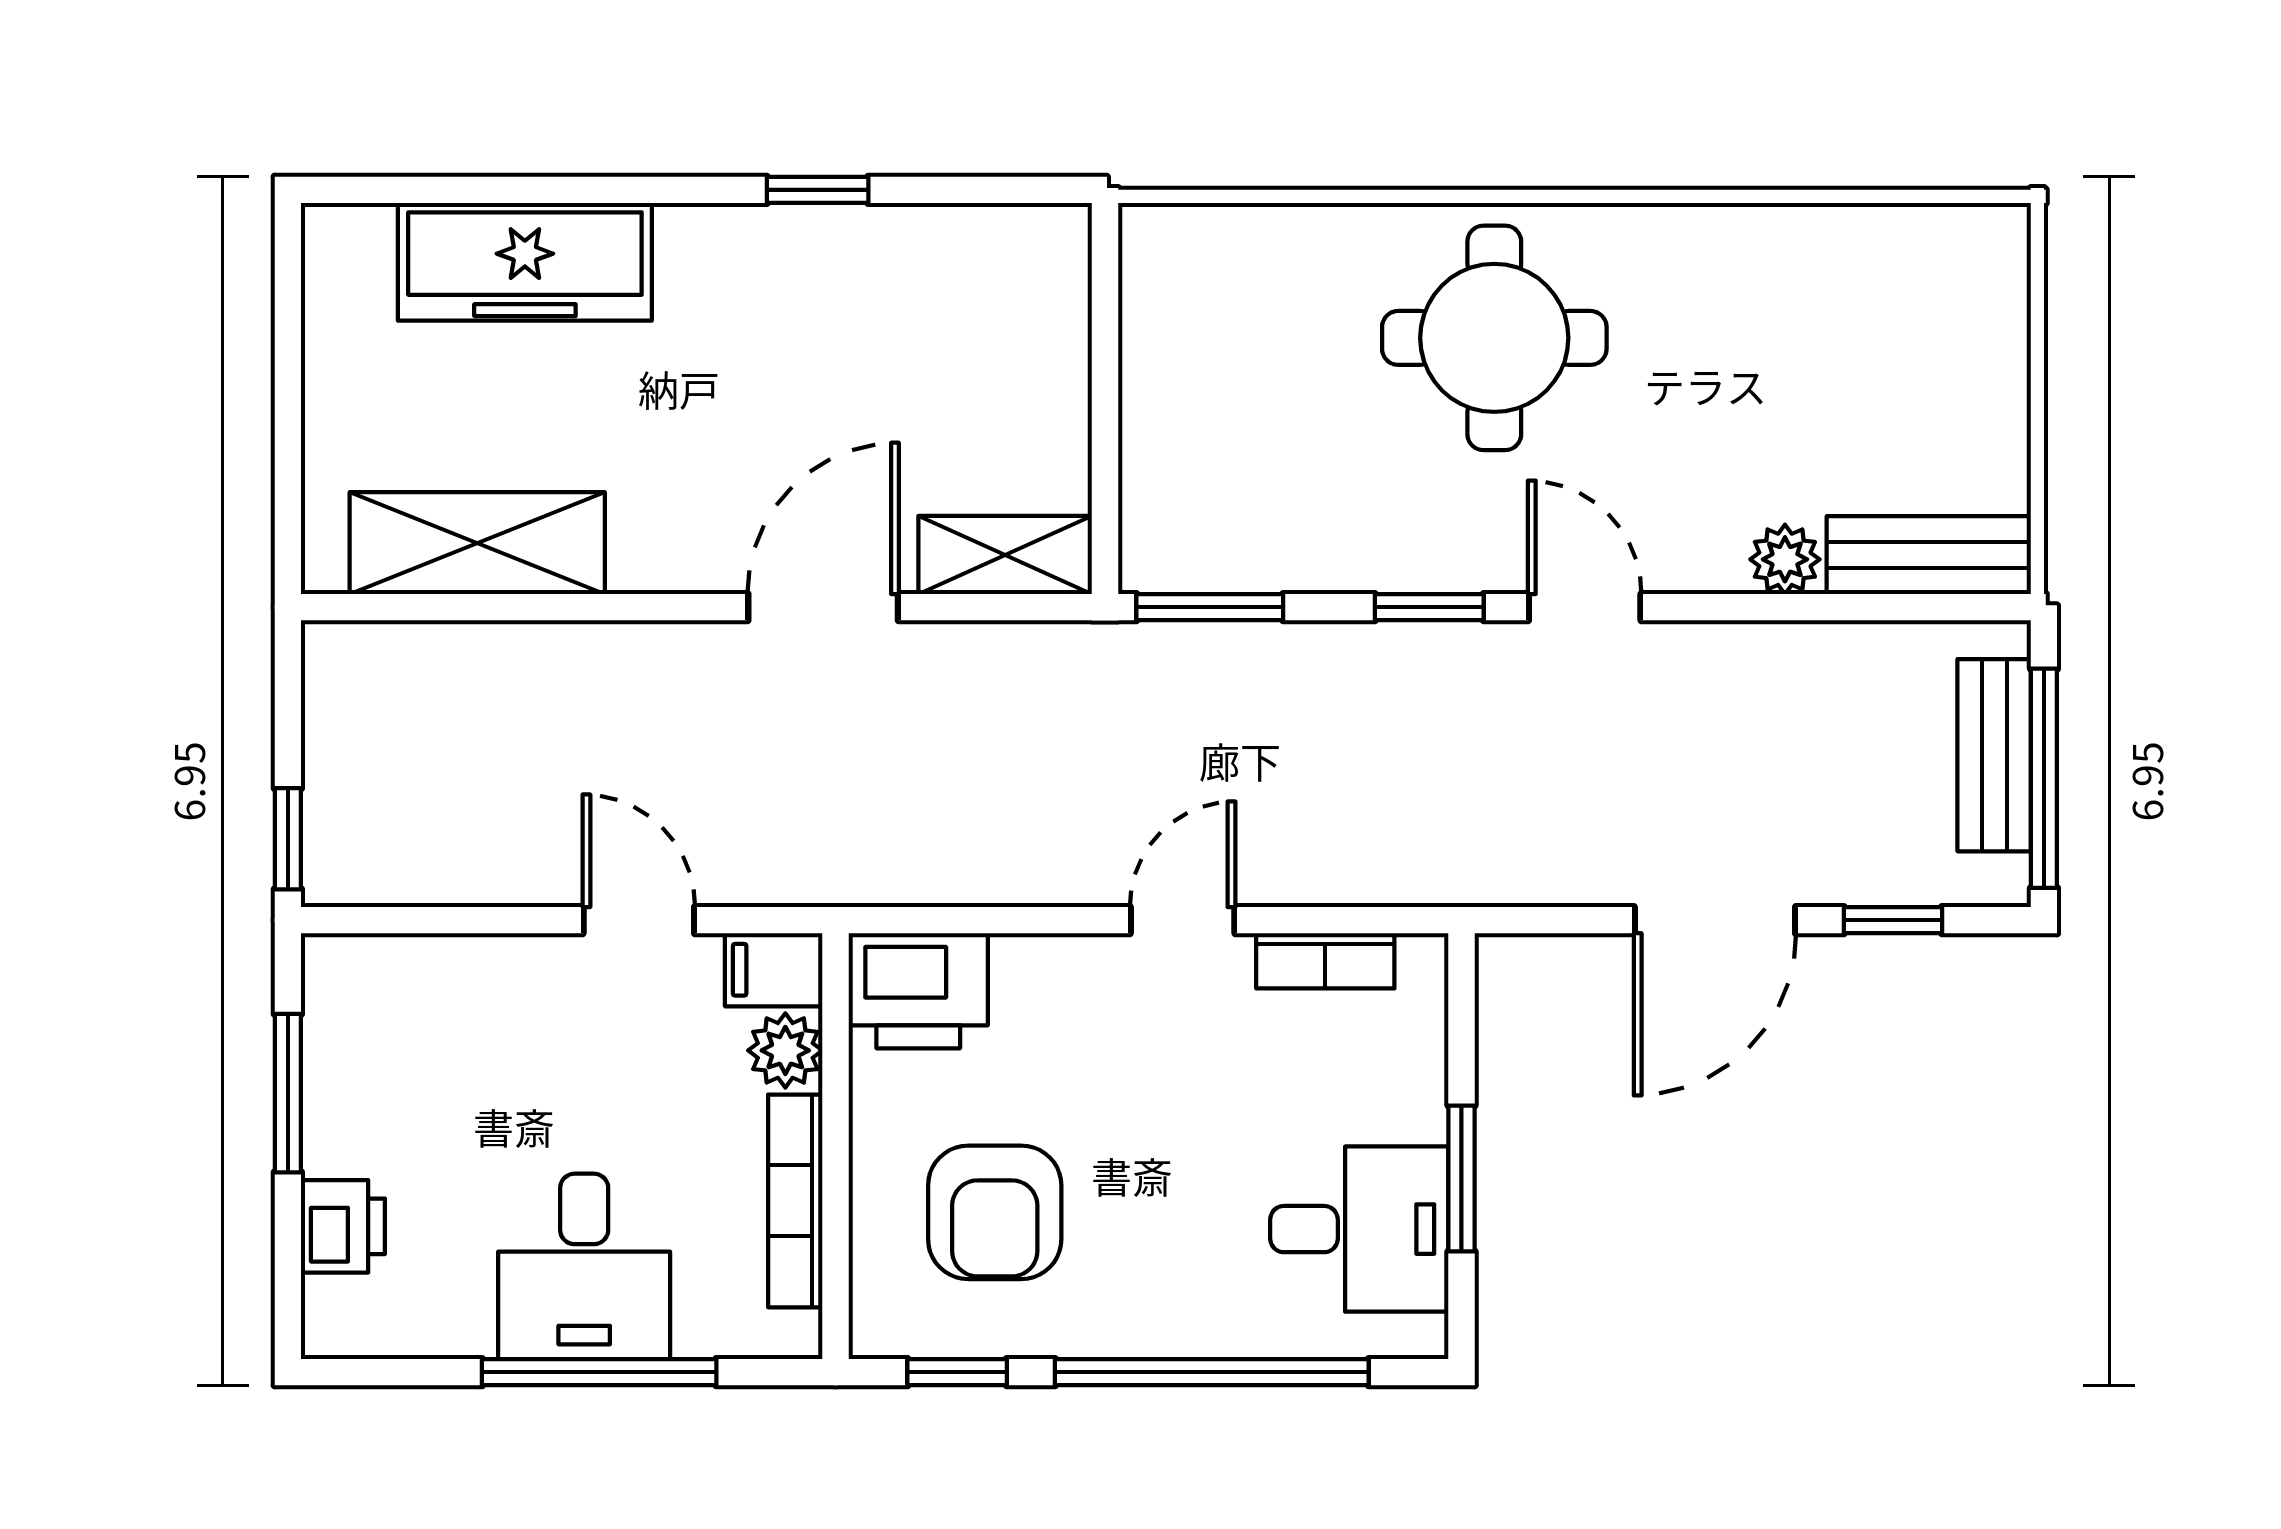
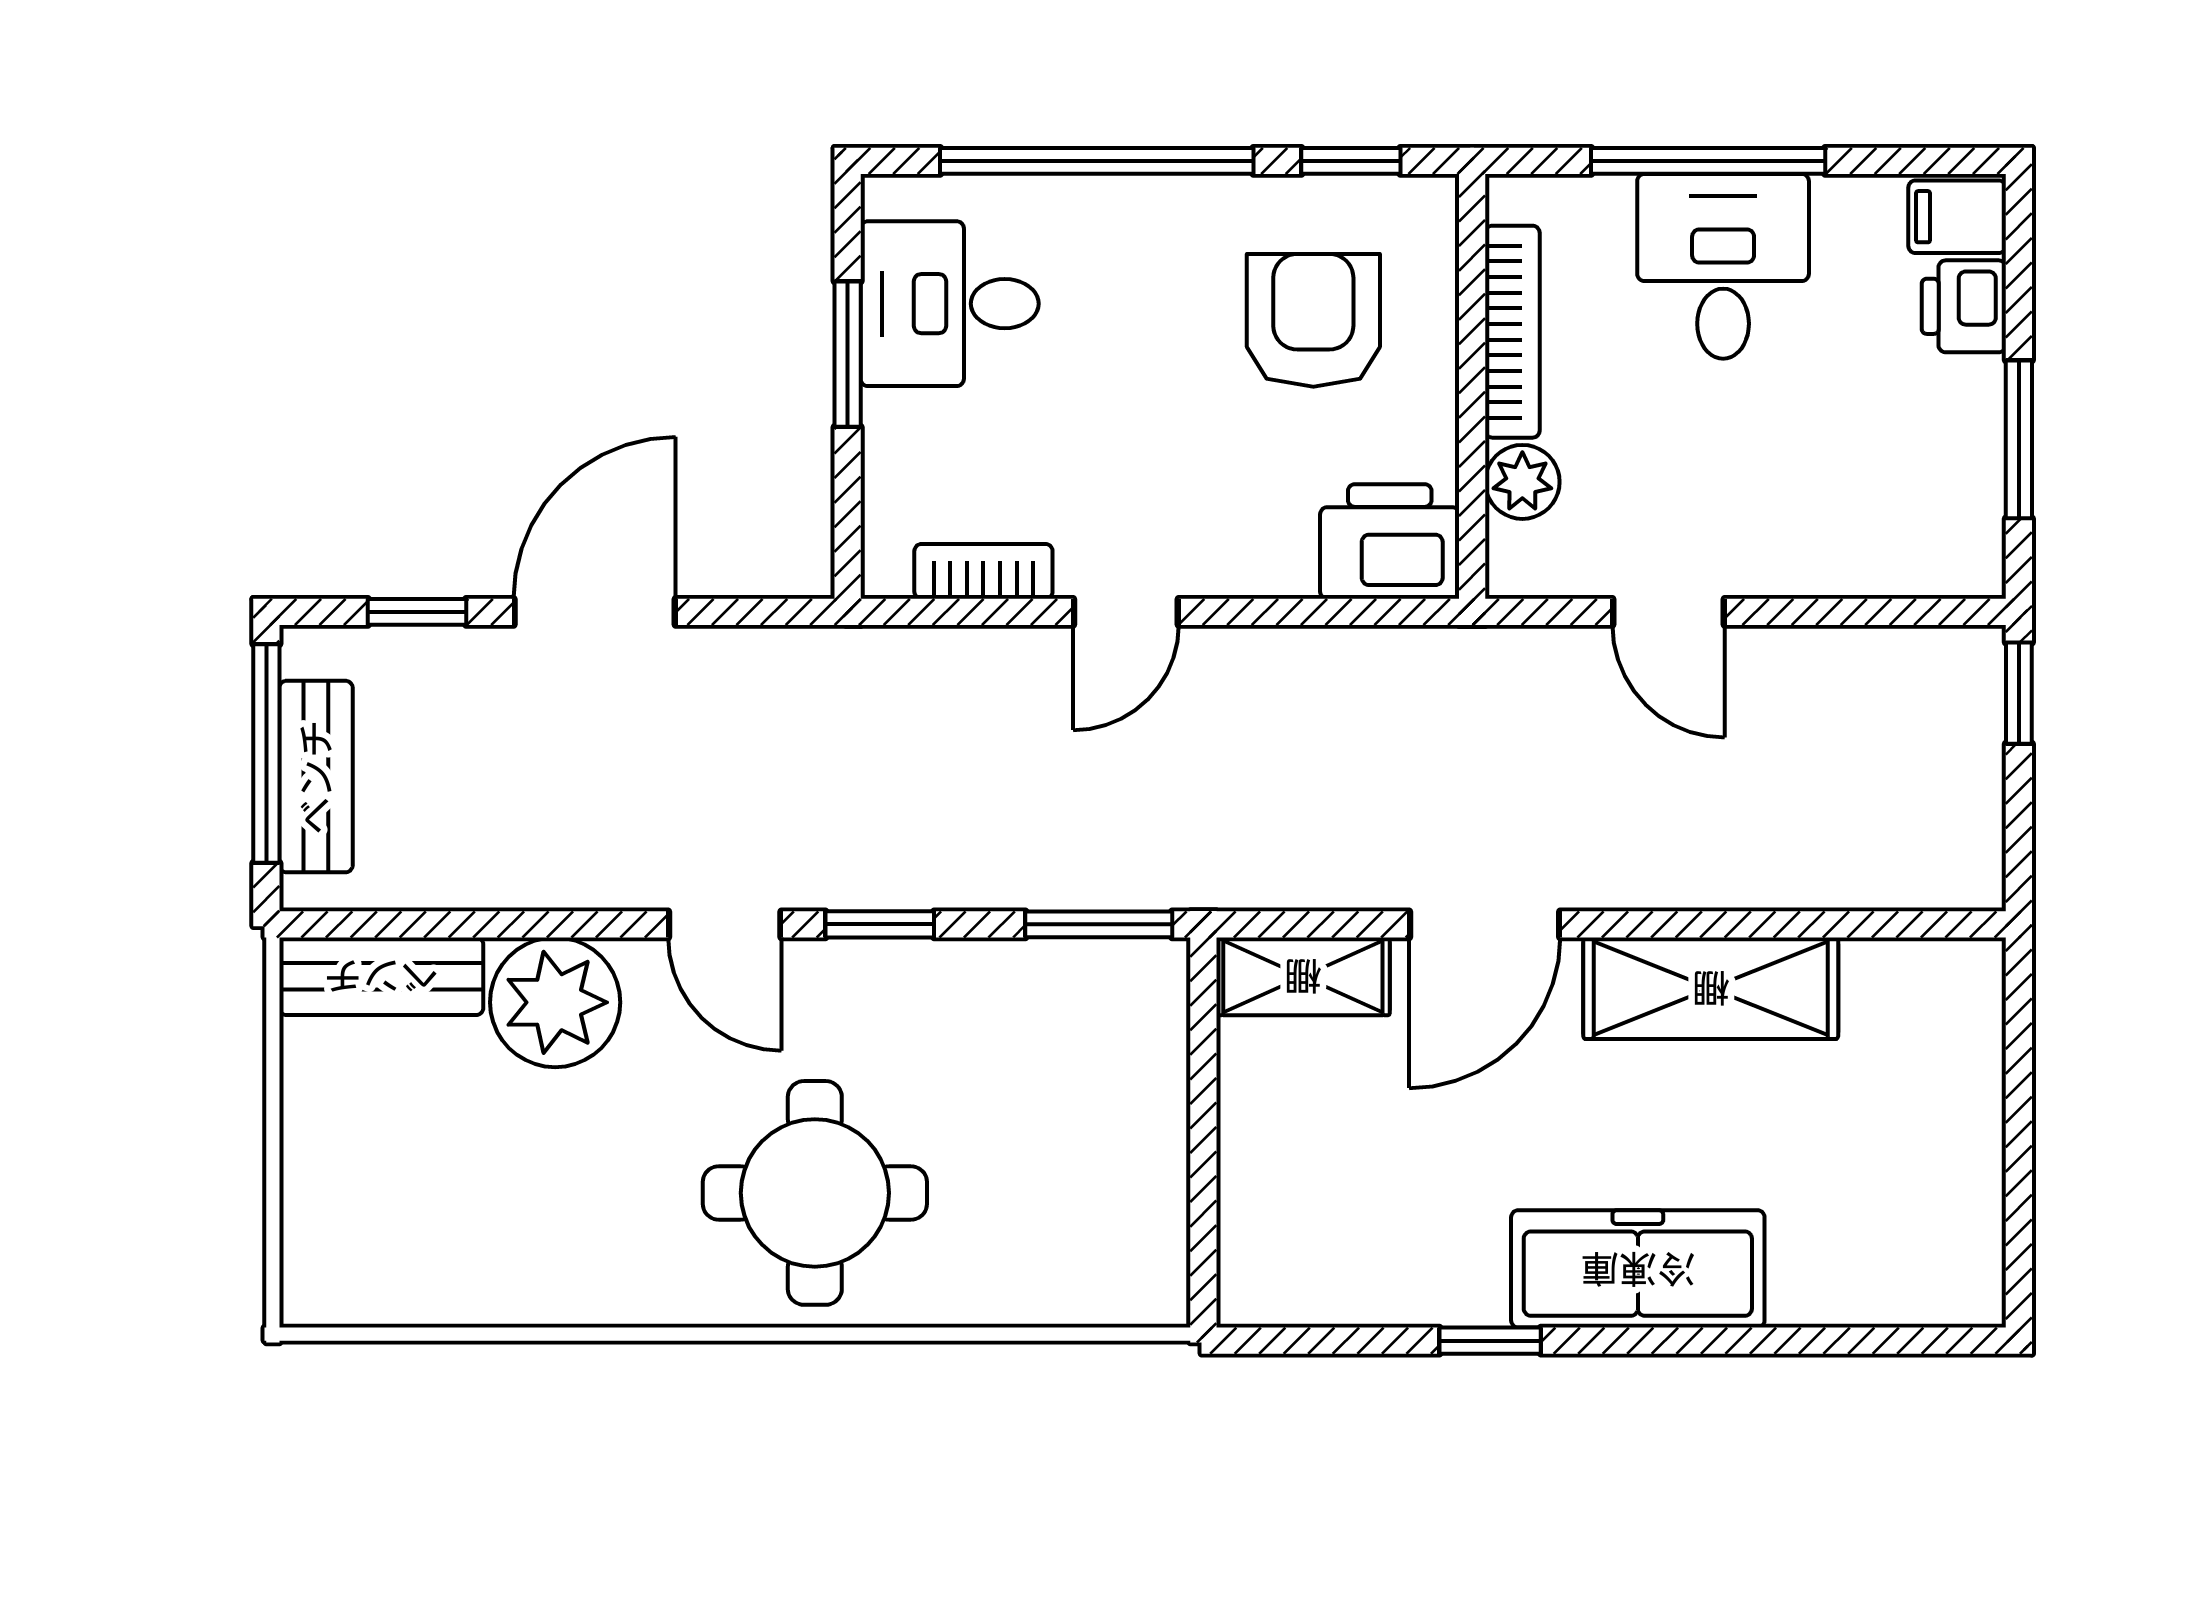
freezer: (525, 262) -> (1638, 1269), moved
shelving: (477, 543) -> (1711, 988), moved
plant: (1785, 559) -> (555, 1002), width x1.87, depth x1.87
filing cabinet: (774, 970) -> (1957, 217), moved, turned 180

